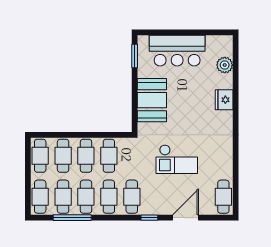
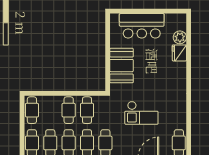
window: (135, 56) -> (108, 30), removed
fridge: (224, 100) -> (179, 53), moved
cafe table: (63, 156) -> (50, 110), removed

